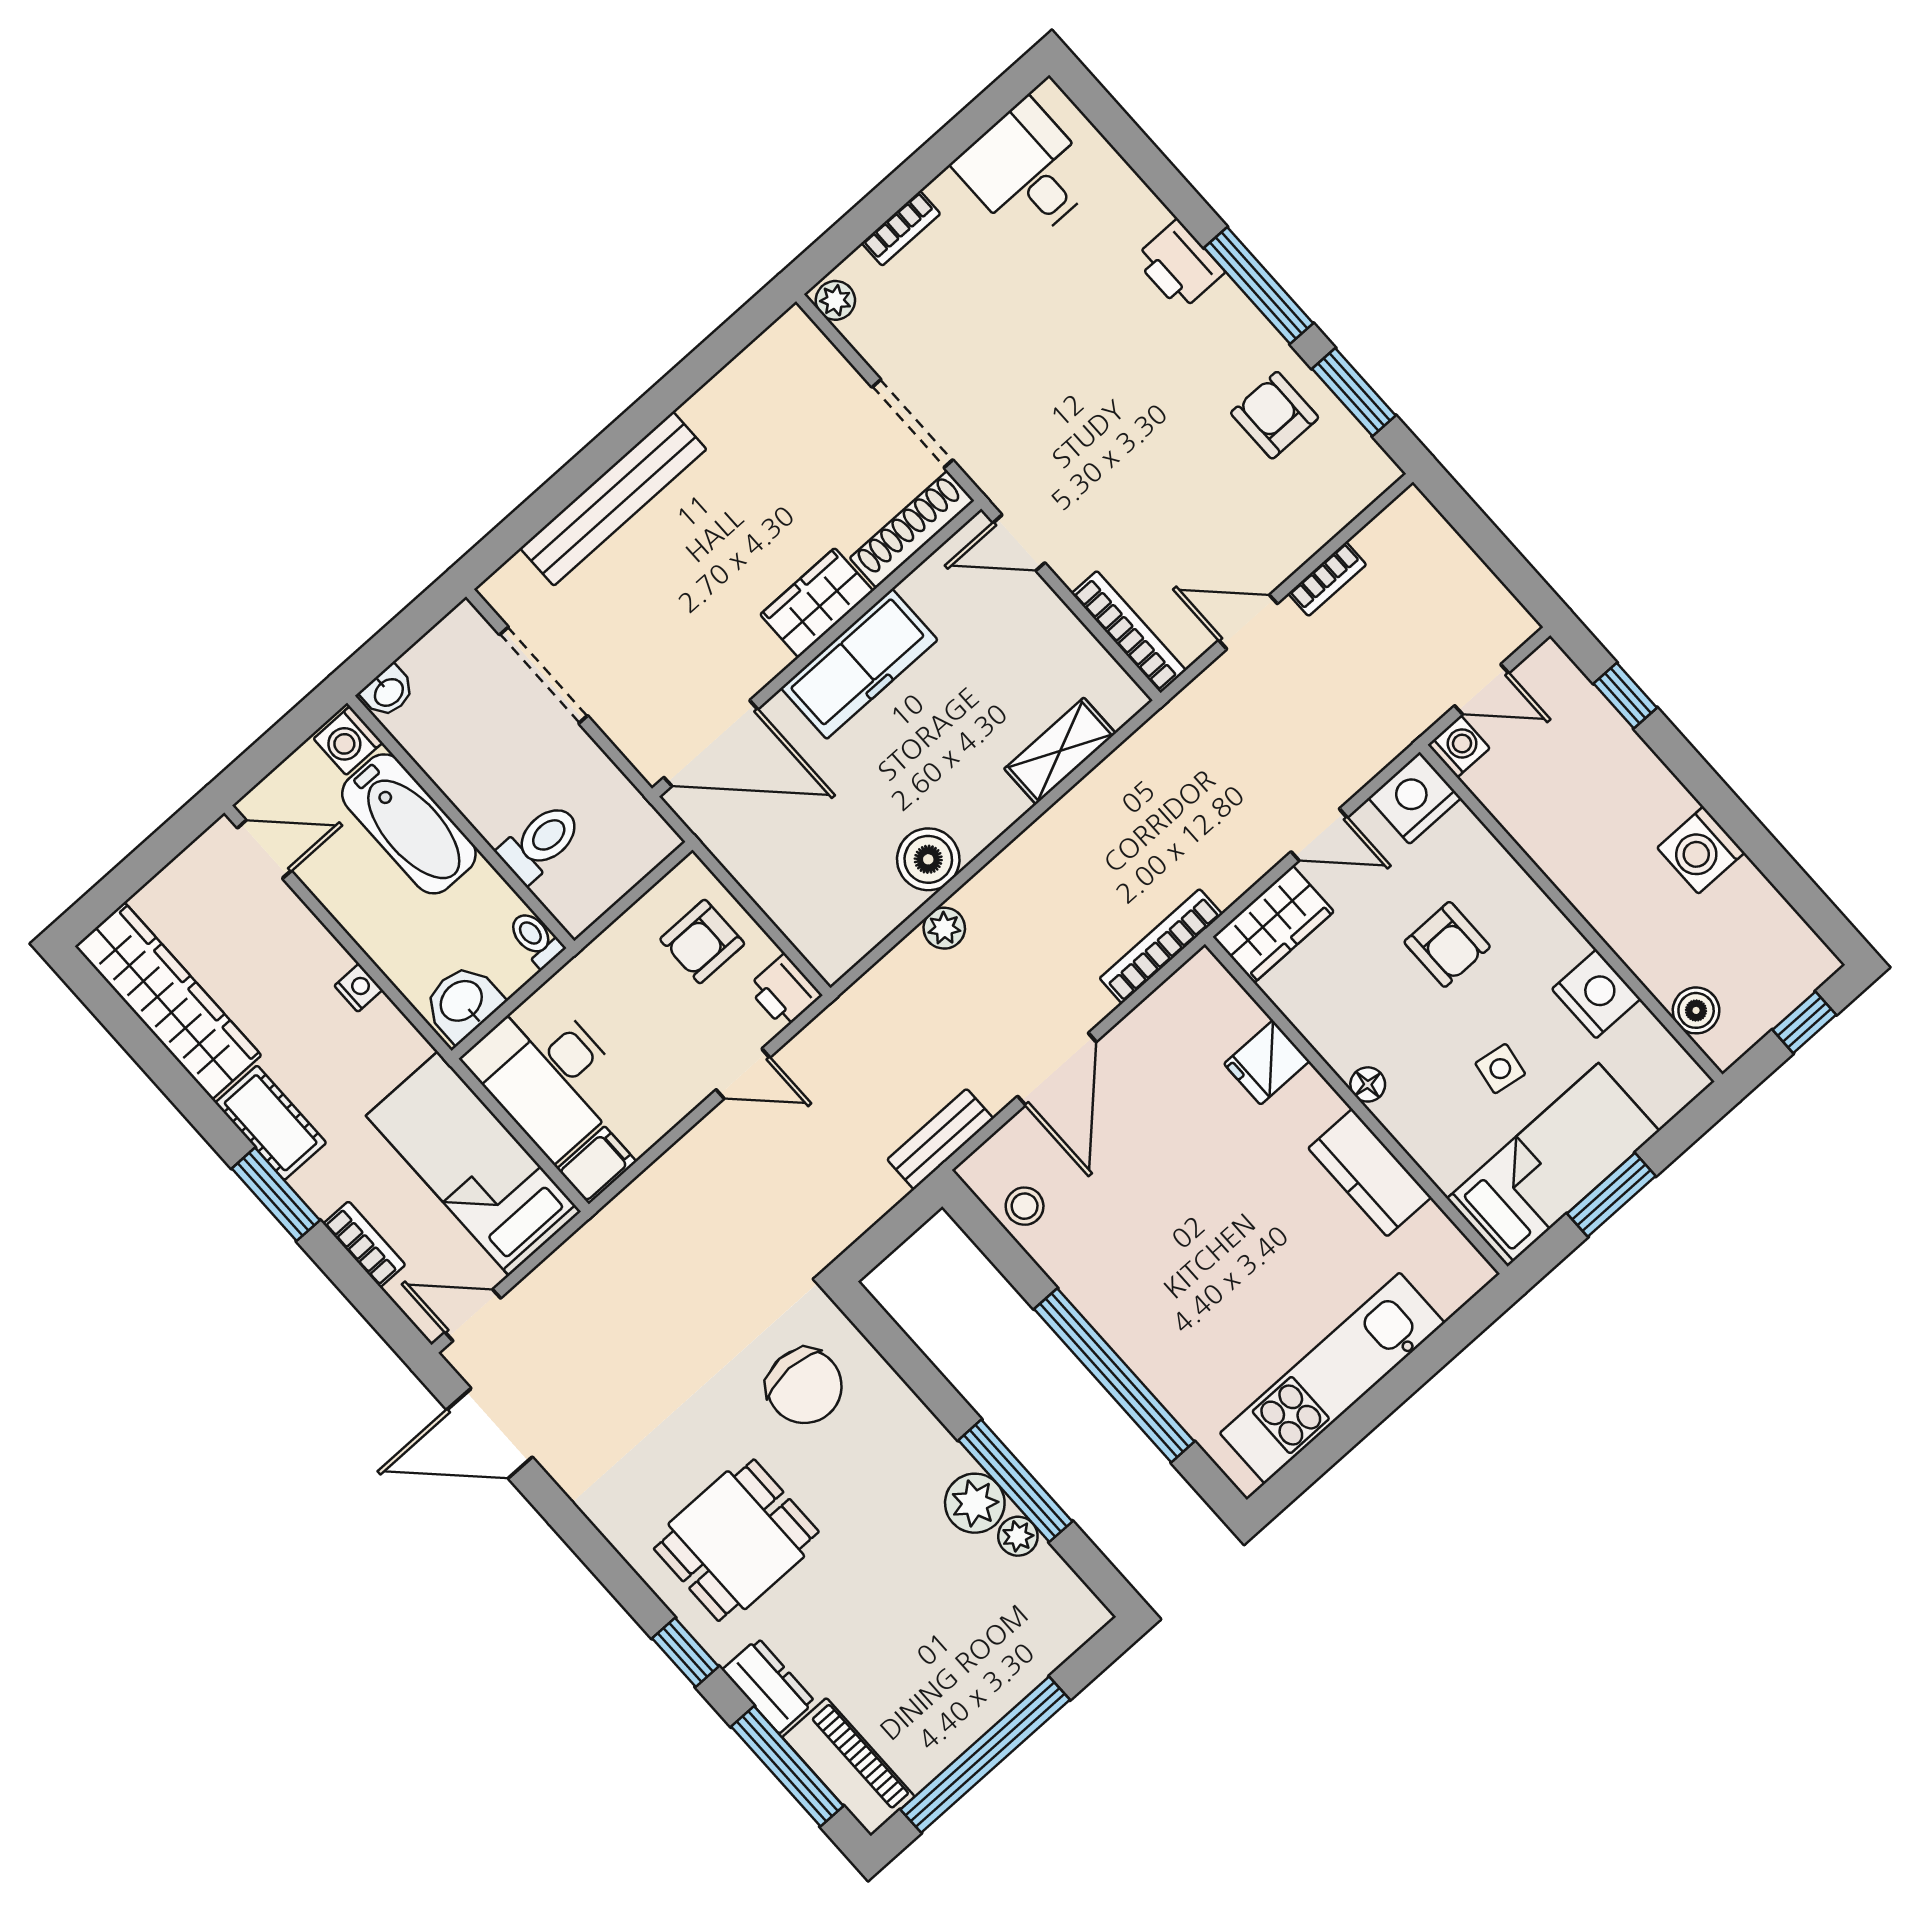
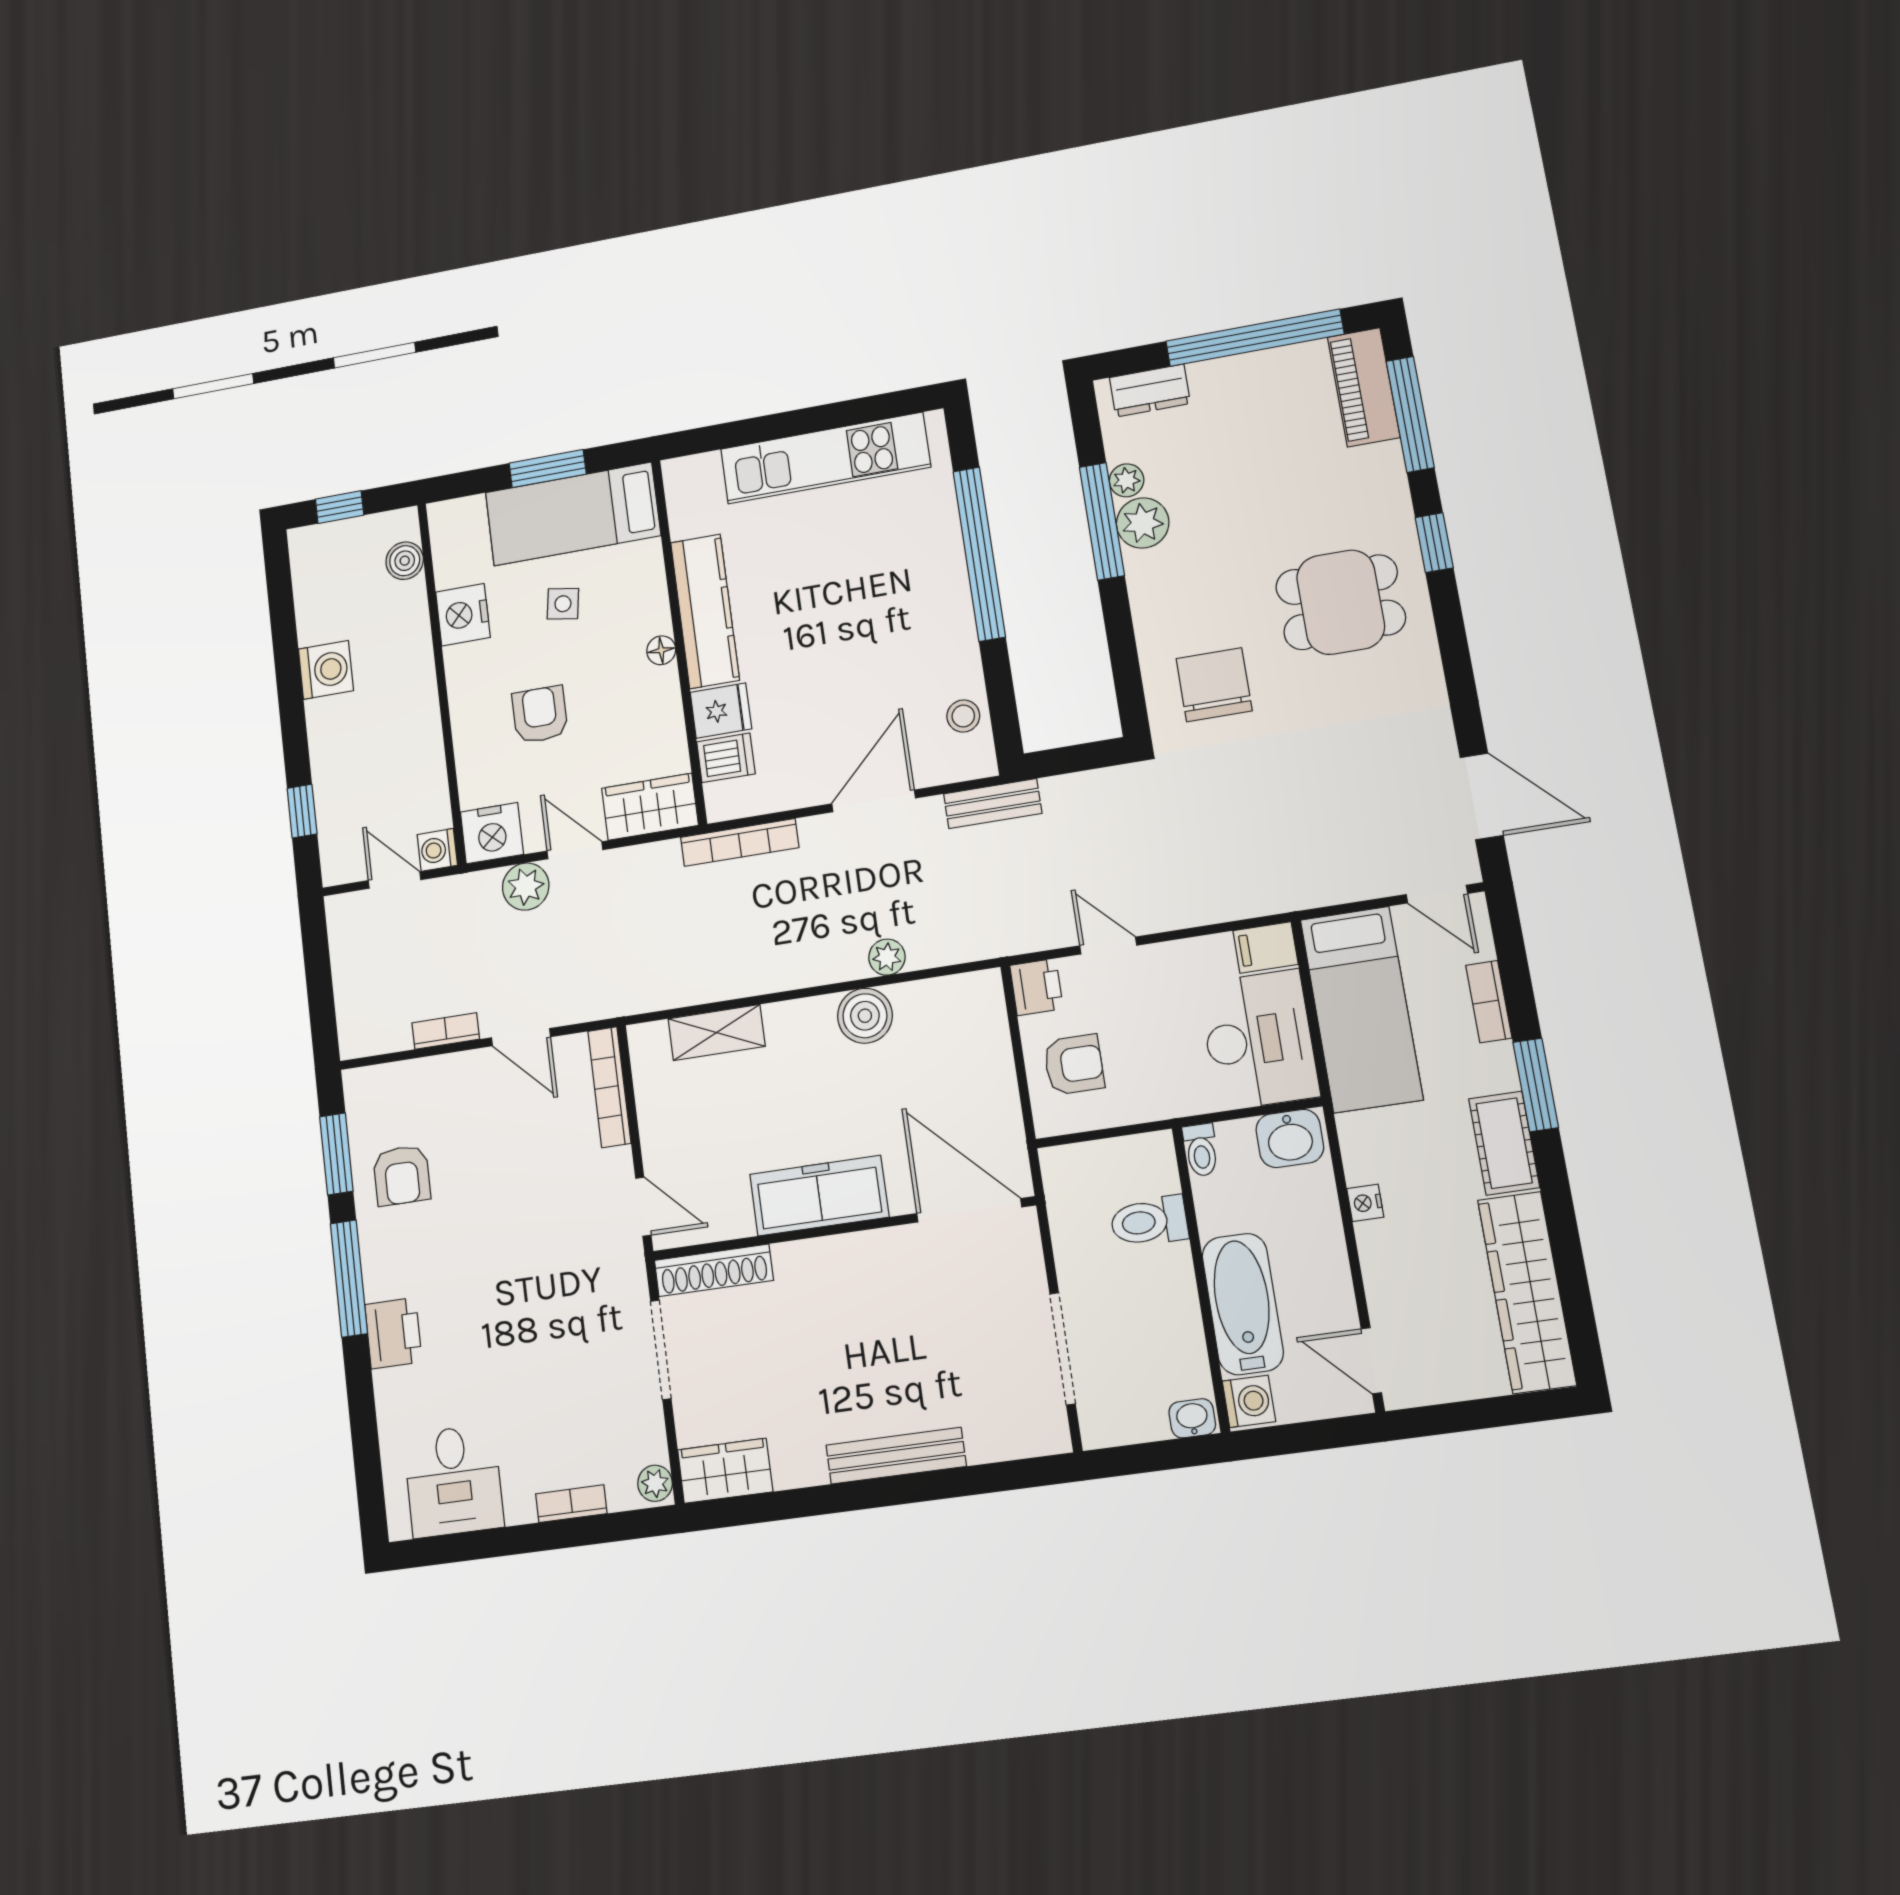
bench: (613, 499) -> (896, 1456), width x0.73, depth x0.82
wardrobe: (817, 603) -> (725, 1471), moved, turned 180
plant: (1344, 768) -> (526, 887), added
dishwasher: (1230, 1019) -> (726, 758), added
kitchen counter: (1370, 1173) -> (705, 611), width x1.50
dresser: (769, 1686) -> (1150, 390), moved, turned -90

